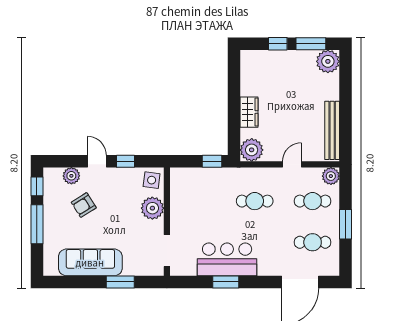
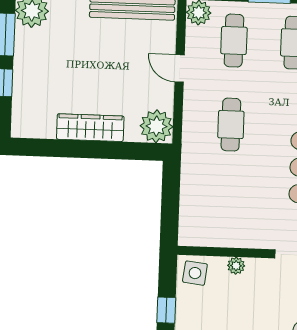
wardrobe: (249, 112) -> (90, 128), width x1.50
window: (212, 161) -> (171, 184), removed
plant: (152, 208) -> (236, 266), width x0.53, depth x0.53

